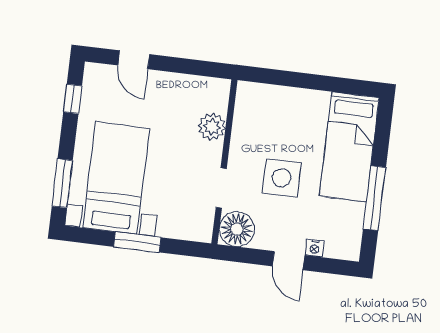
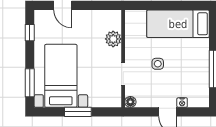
bed: (349, 147) -> (178, 24), moved, turned 90
side table: (282, 178) -> (158, 64), width x0.54, depth x0.54
floor lamp: (237, 229) -> (130, 102), width x0.53, depth x0.53

